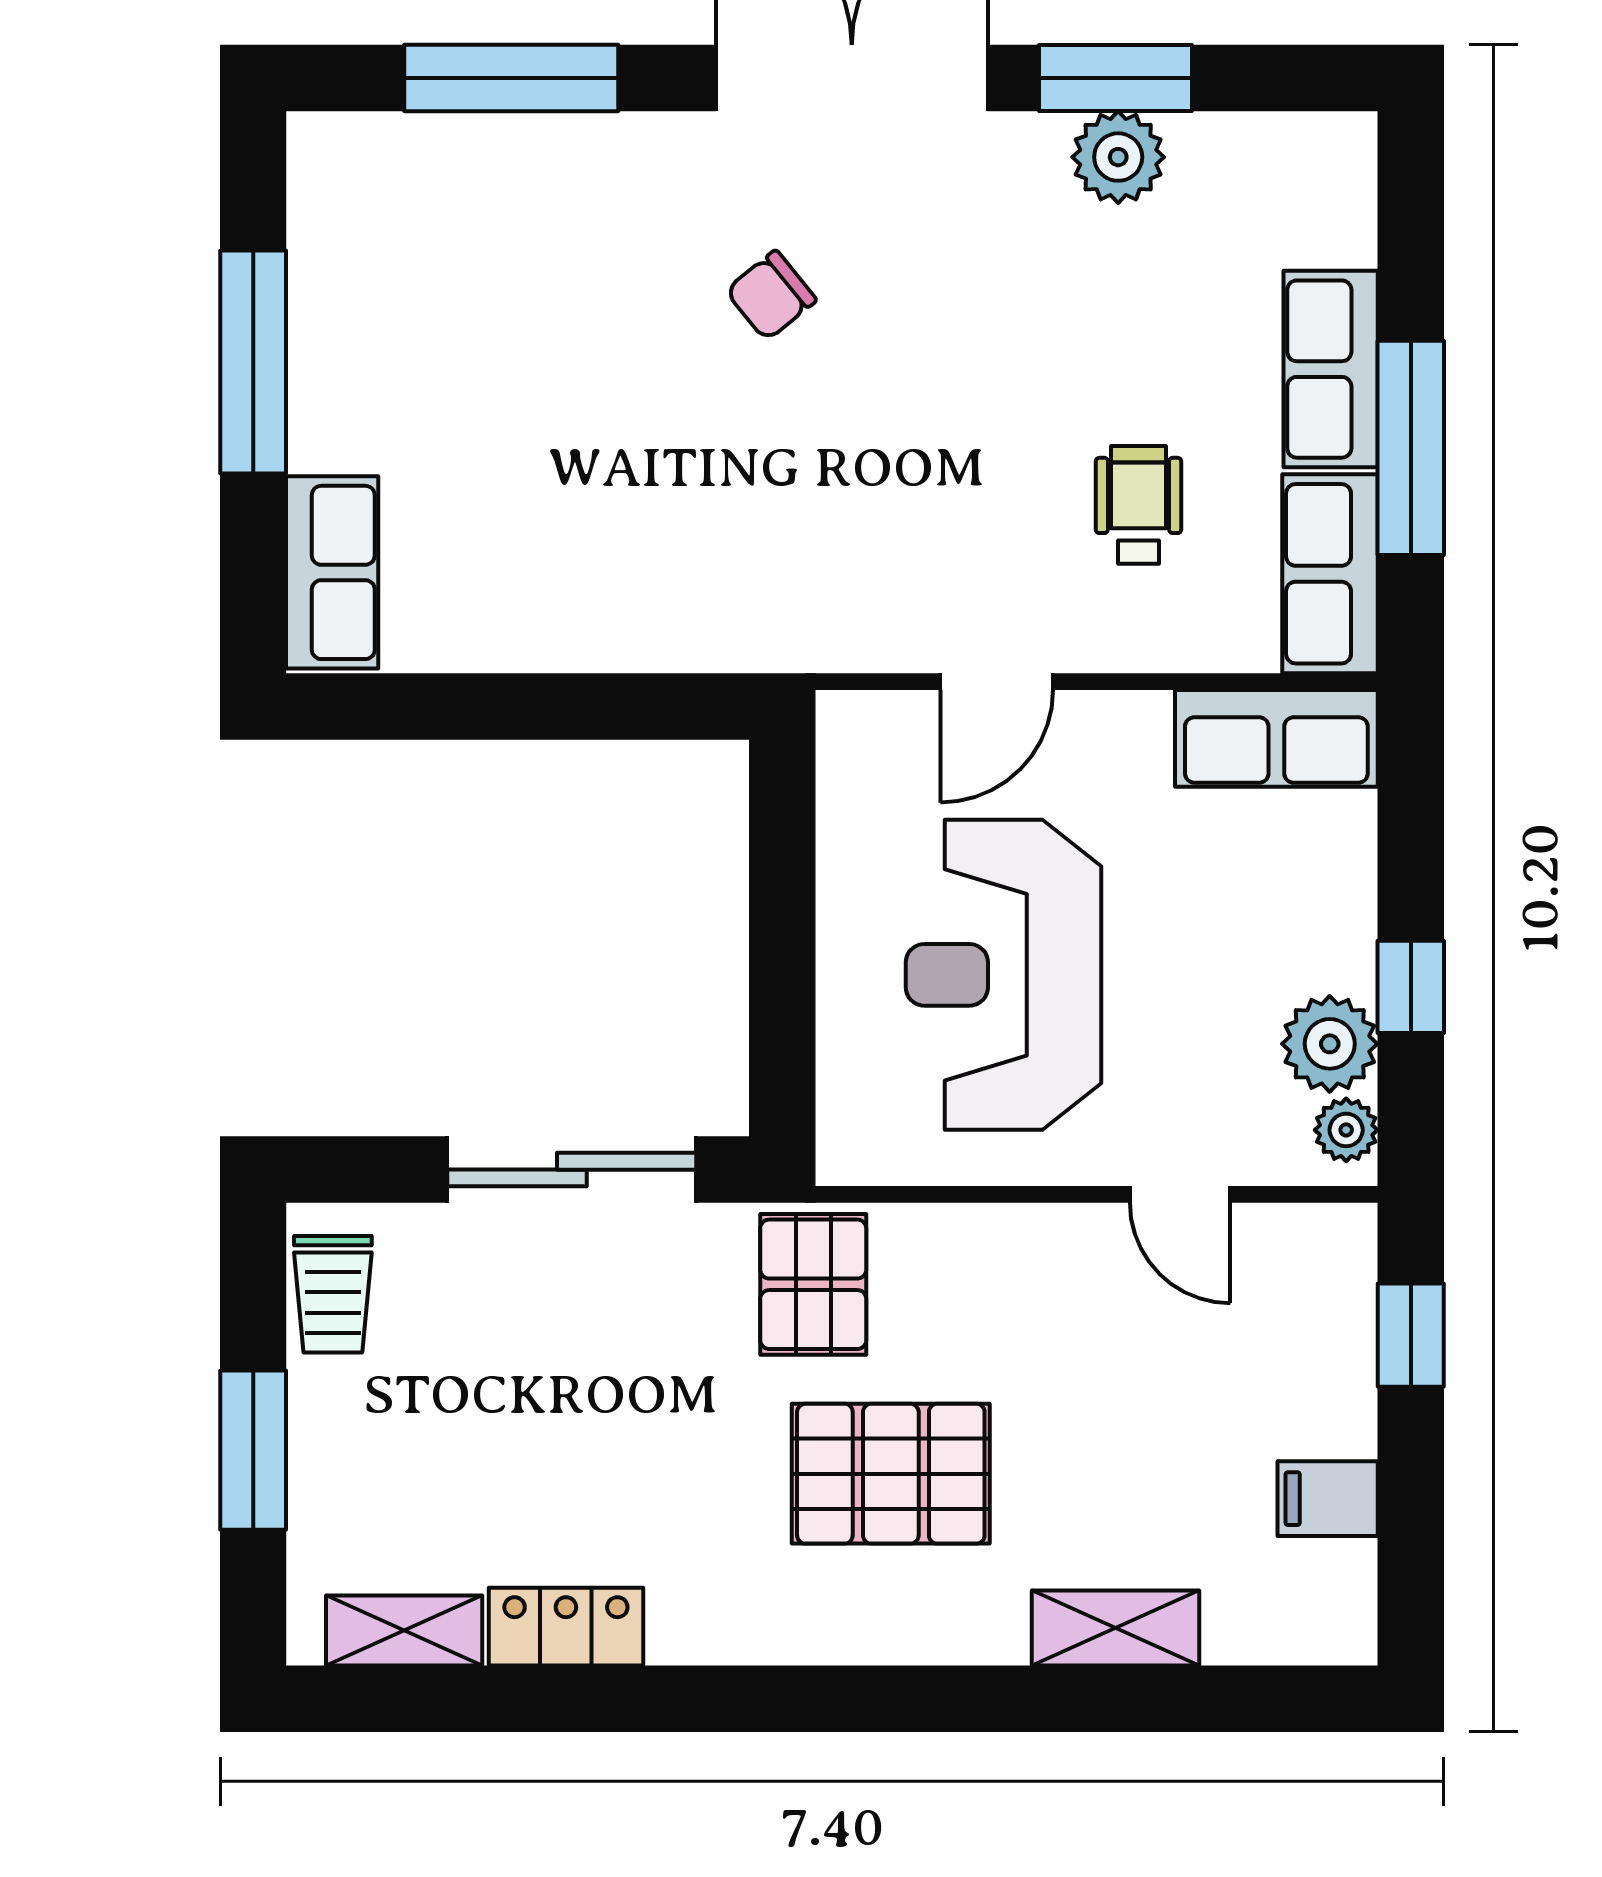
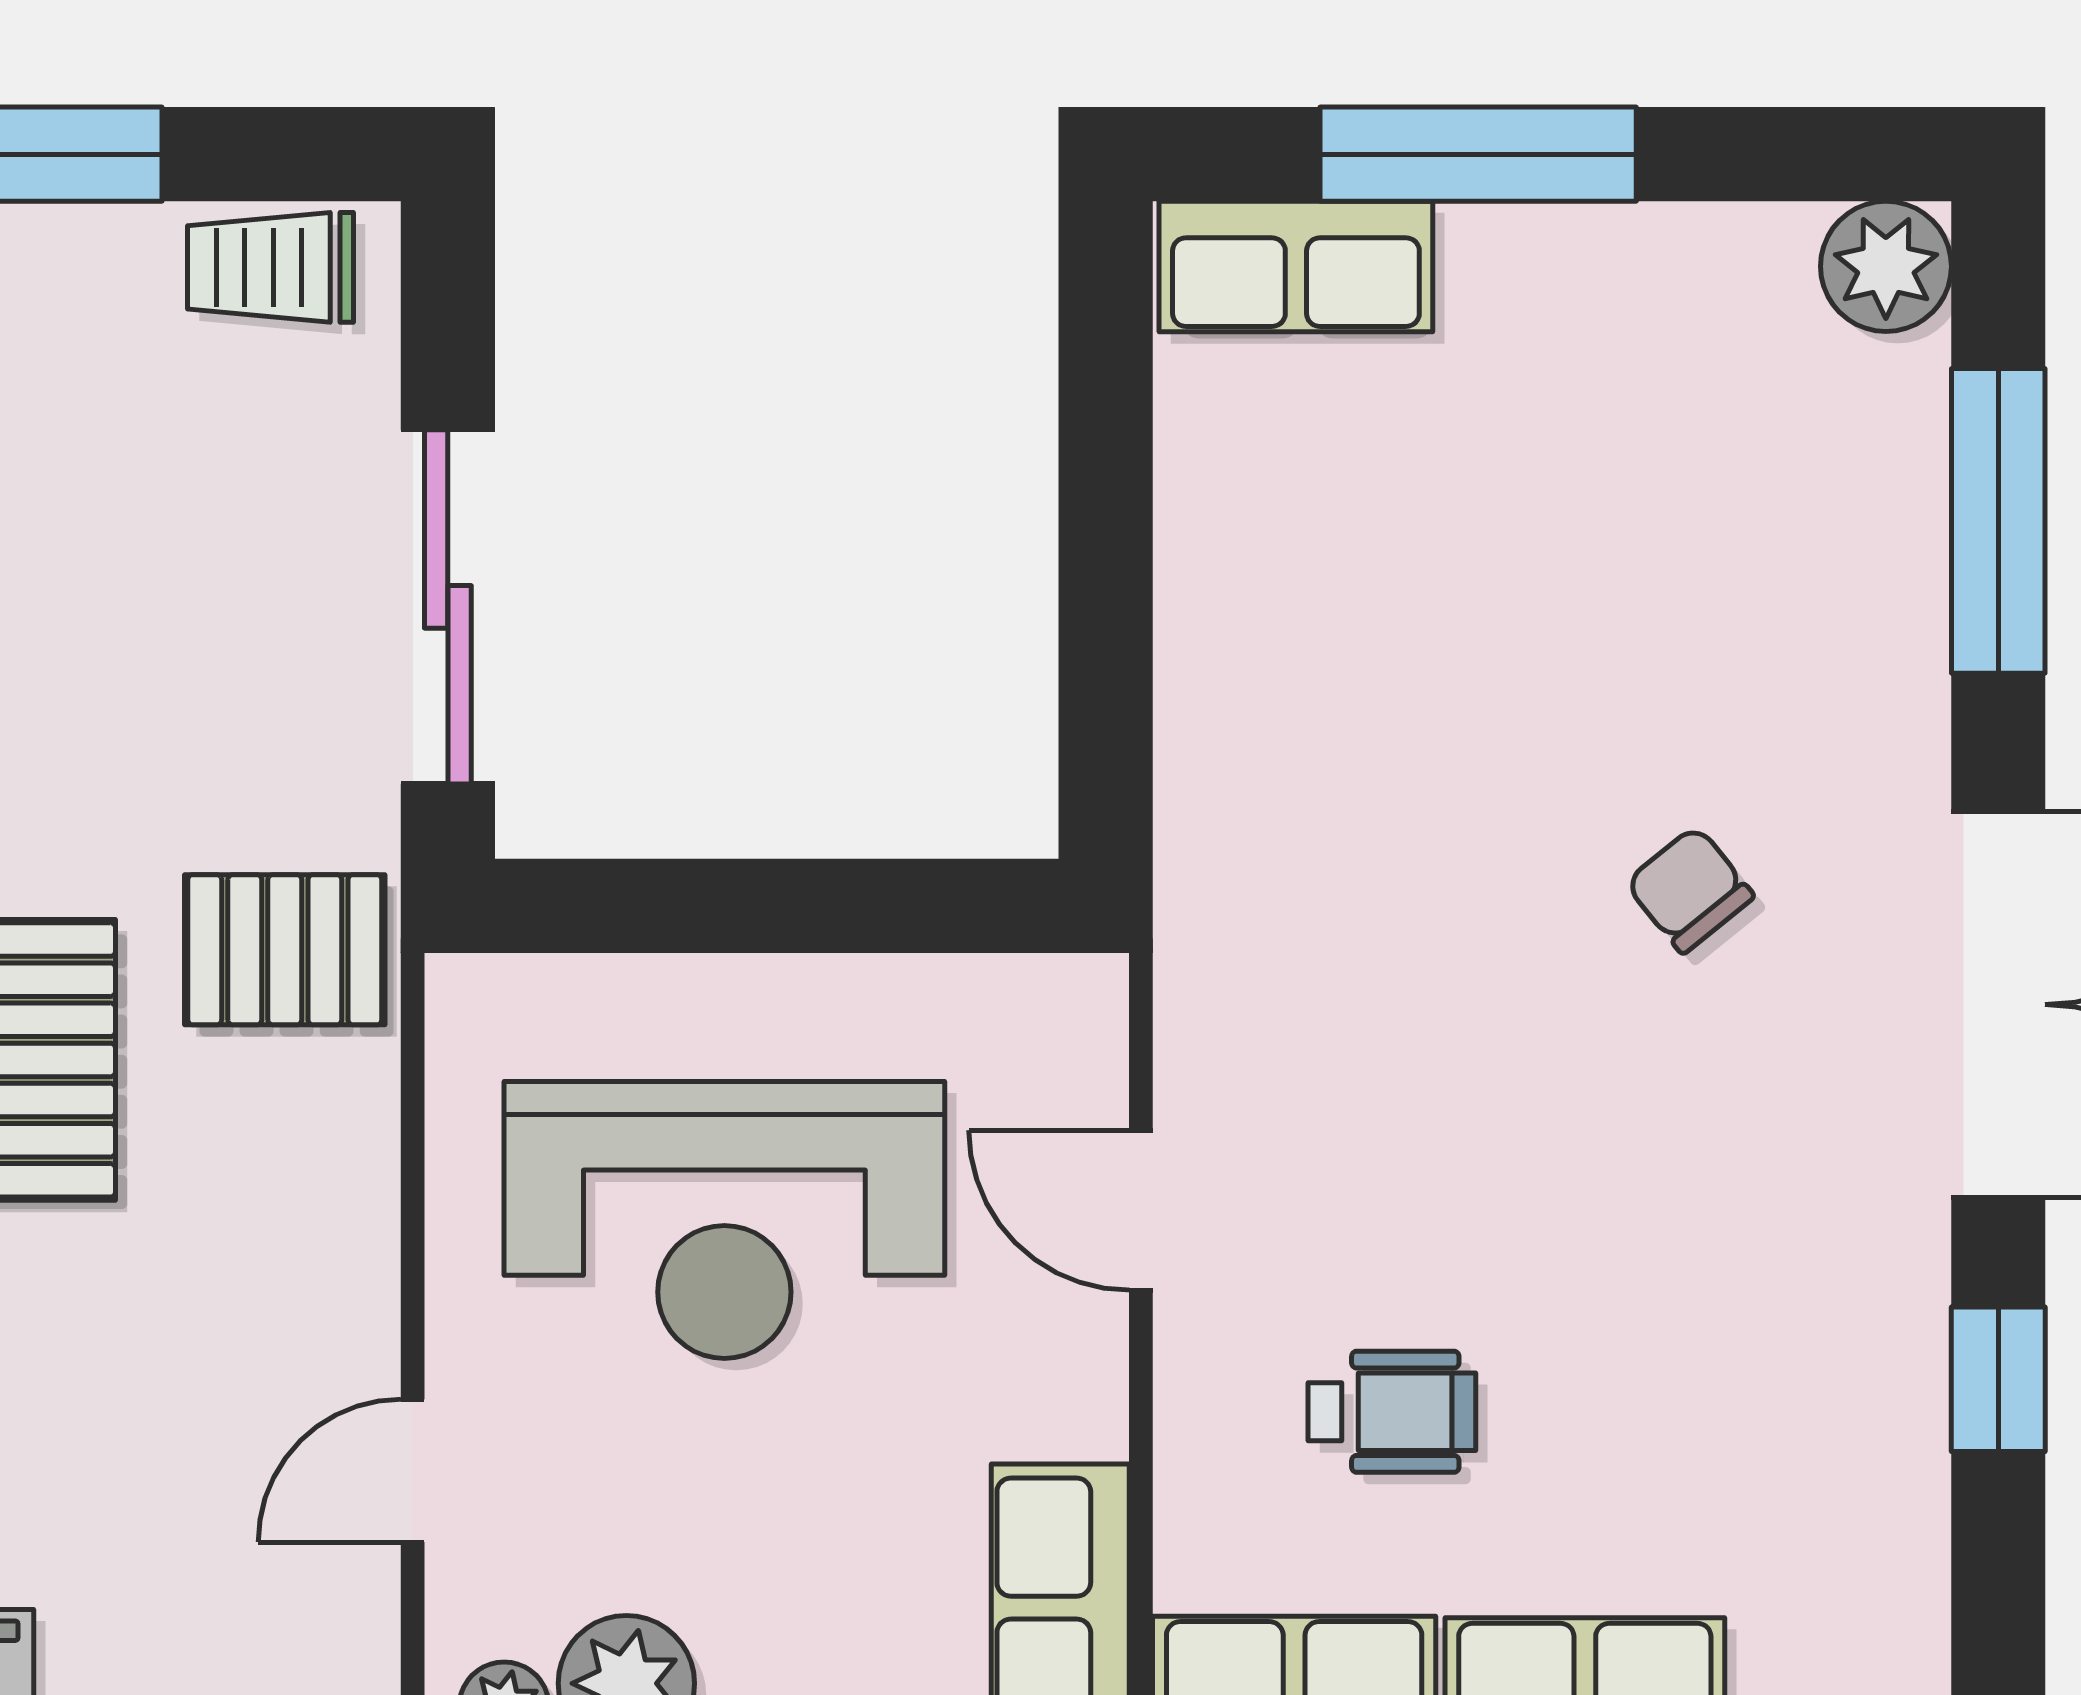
window: (1116, 78) -> (1998, 1379), width x0.67
plant: (1118, 157) -> (1886, 266), moved
window: (253, 362) -> (1478, 154), moved
reception desk: (1003, 975) -> (724, 1220), turned 180

